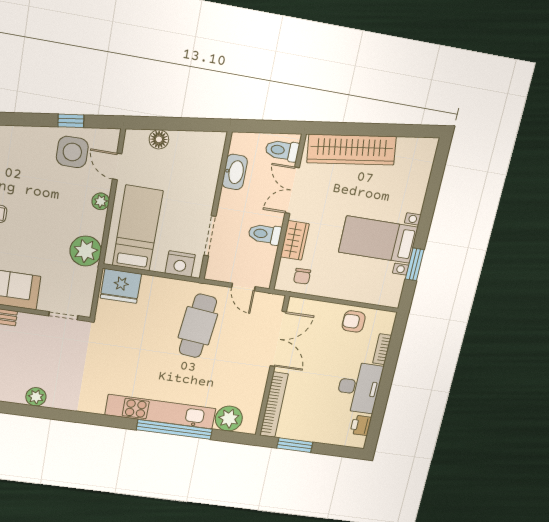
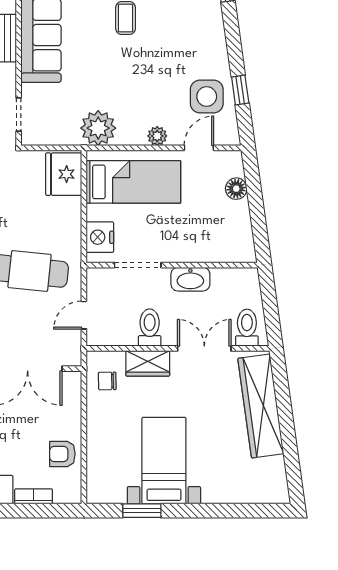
washbasin: (235, 172) -> (190, 279), moved
armchair: (354, 321) -> (62, 454), turned -90

